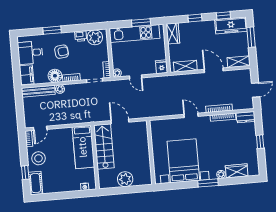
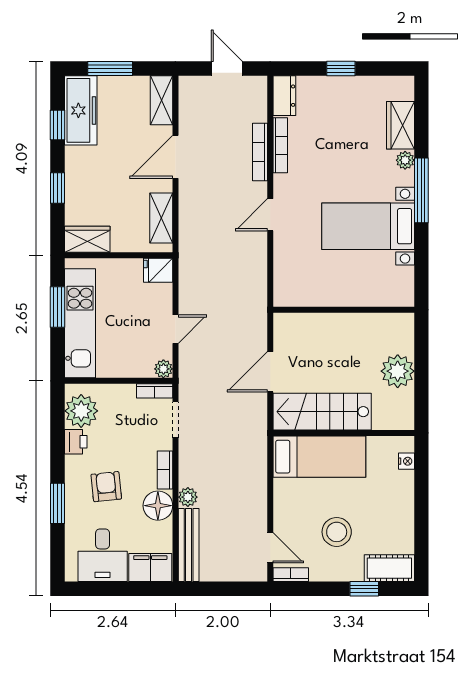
stool: (39, 158) -> (337, 532), moved
bed with nightstands: (183, 161) -> (368, 226), width x0.73
window: (208, 183) -> (421, 190), width x1.44

